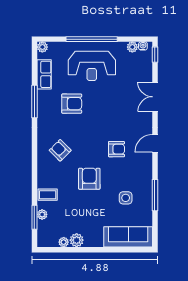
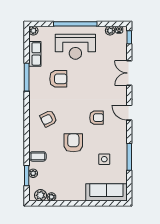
door: (155, 143) -> (129, 113), hinge flipped
armchair: (60, 150) -> (48, 119), turned -72
plant: (77, 240) -> (40, 195), moved

